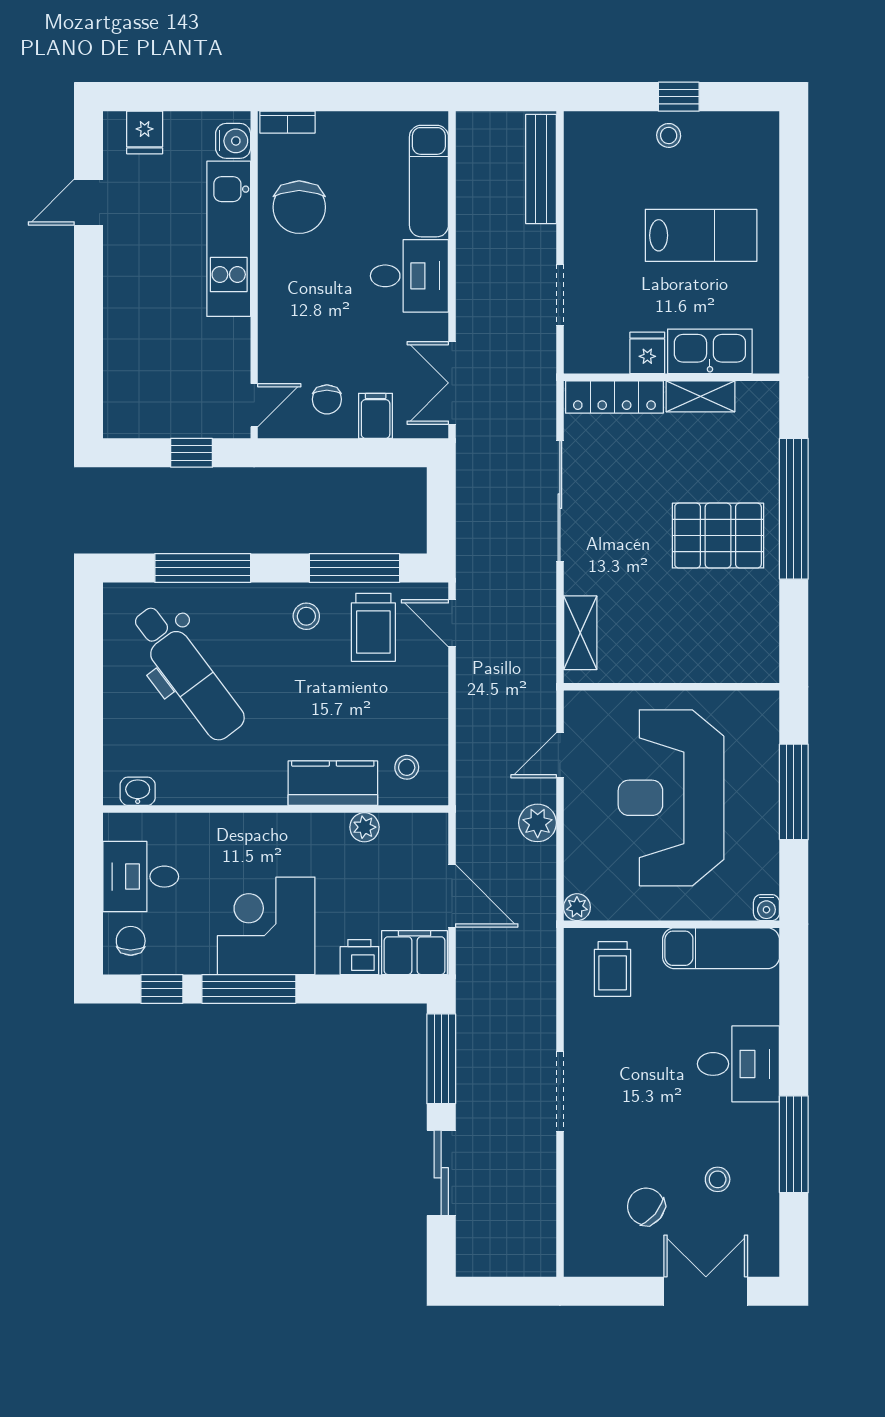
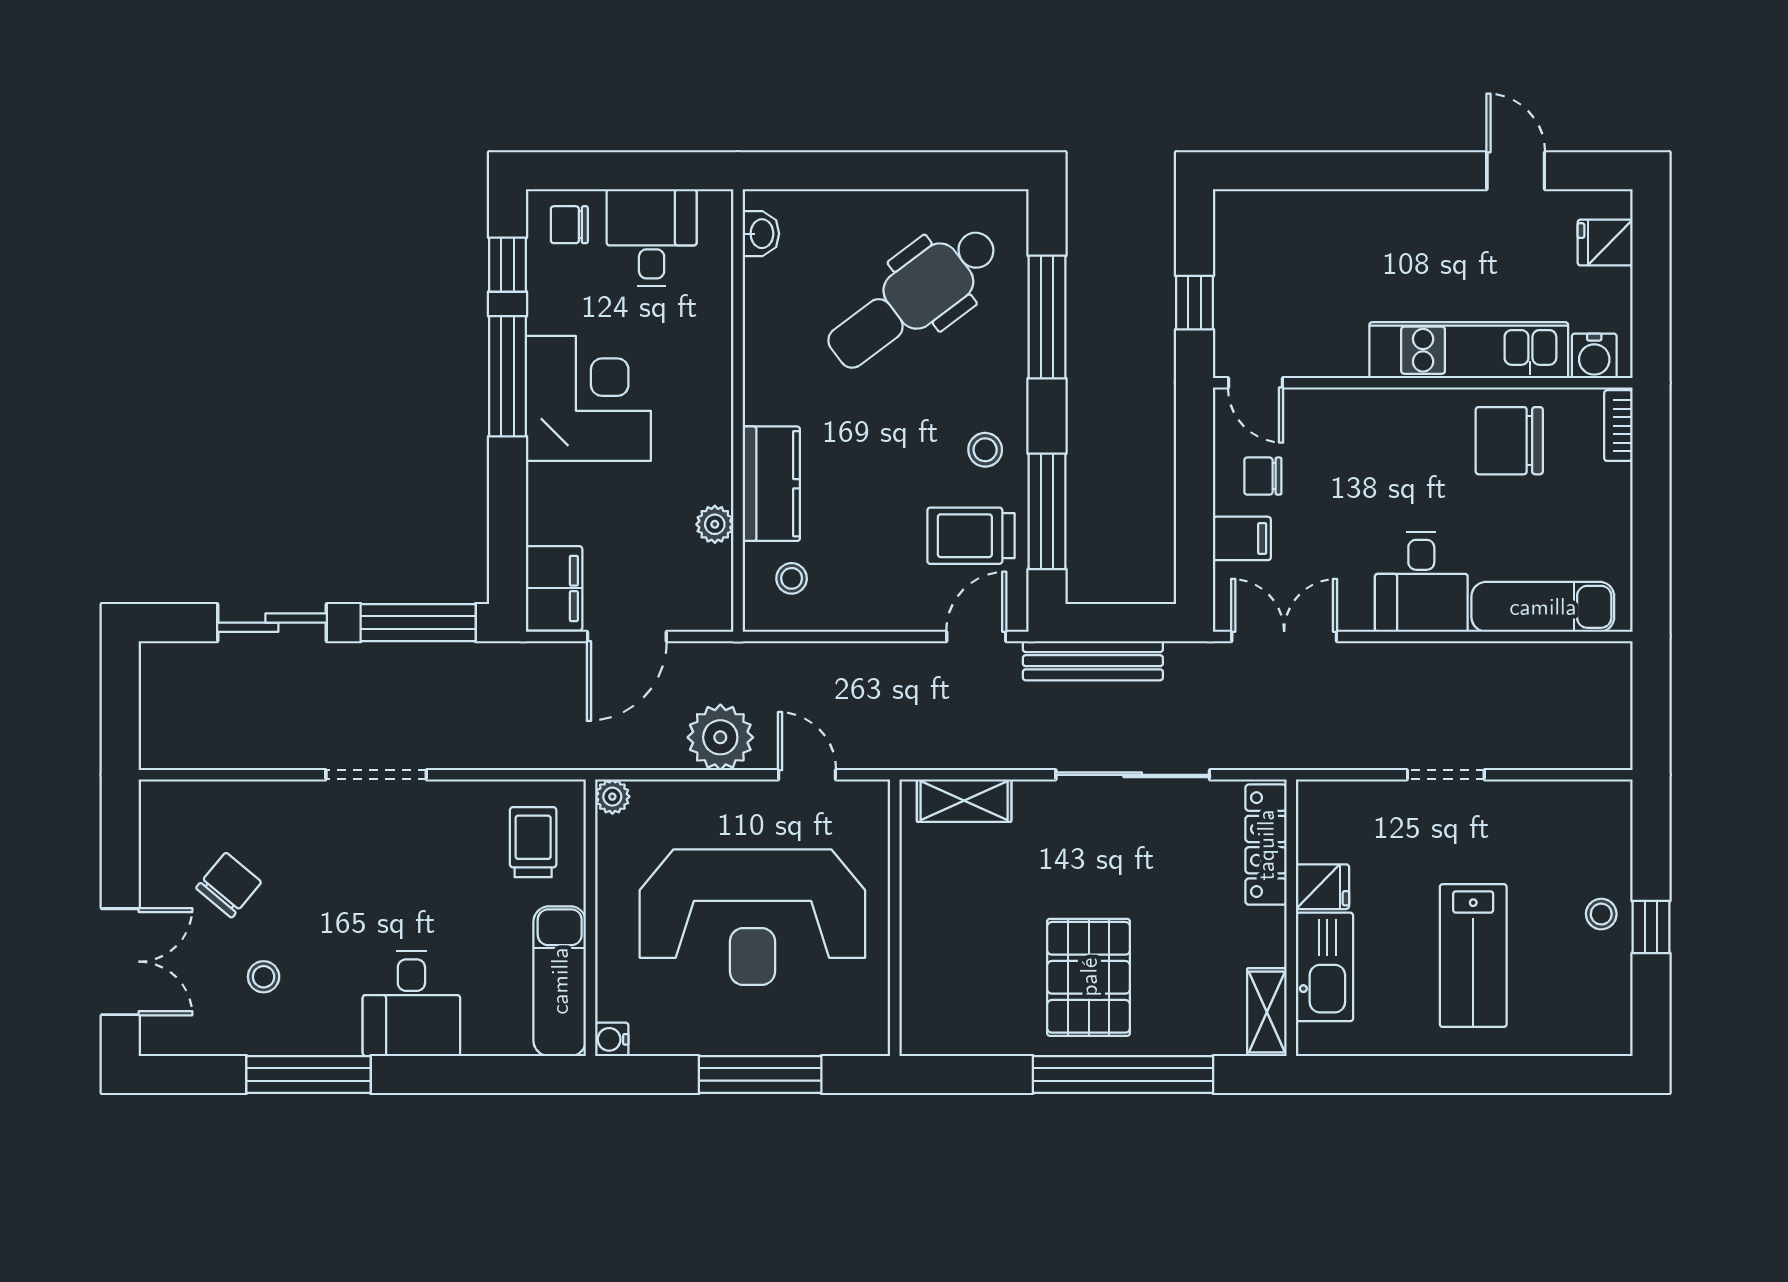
bench: (541, 169) -> (1093, 661), moved
doorway: (560, 295) -> (1446, 775), moved
shelving: (700, 396) -> (1267, 1012), moved
reception desk: (671, 798) -> (752, 917), turned 180
plant: (538, 823) -> (720, 737), width x1.36, depth x1.36
chair: (131, 941) -> (569, 225), turned 180
printer: (359, 957) -> (548, 518), removed
trolley: (613, 969) -> (533, 842), turned 90

